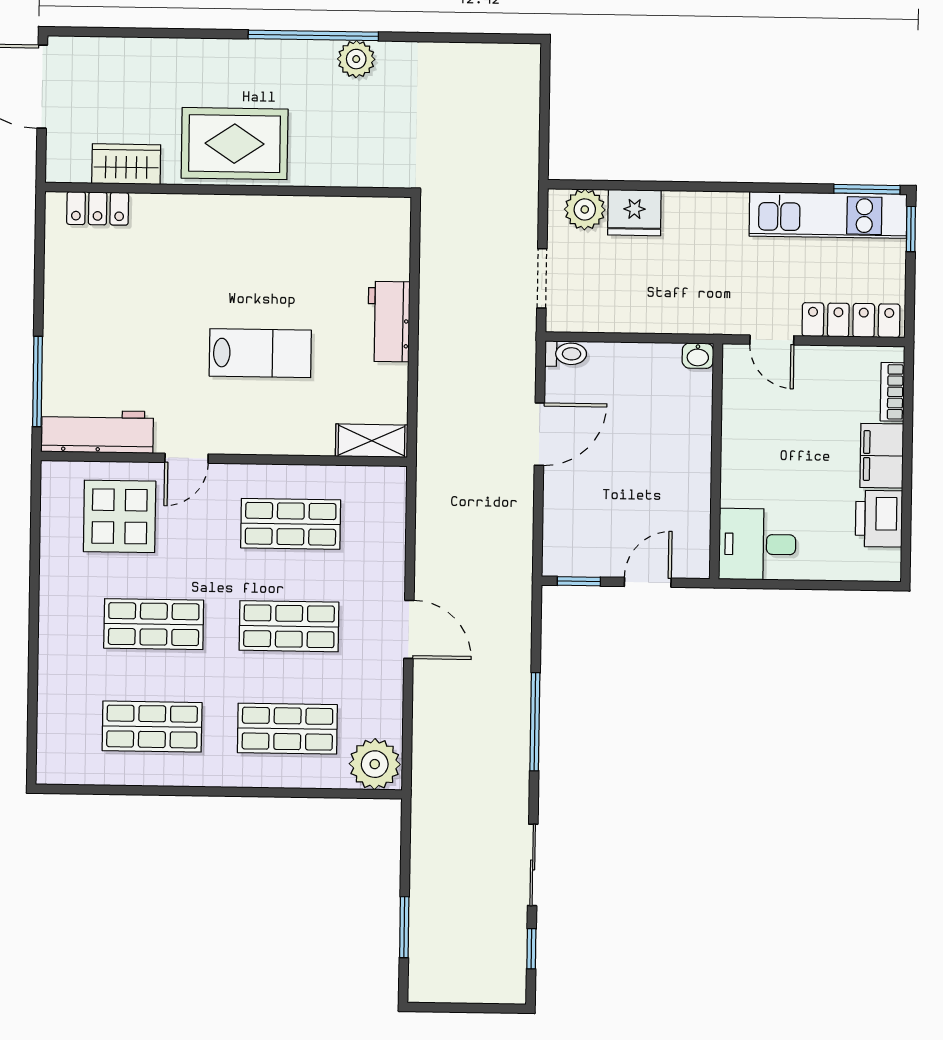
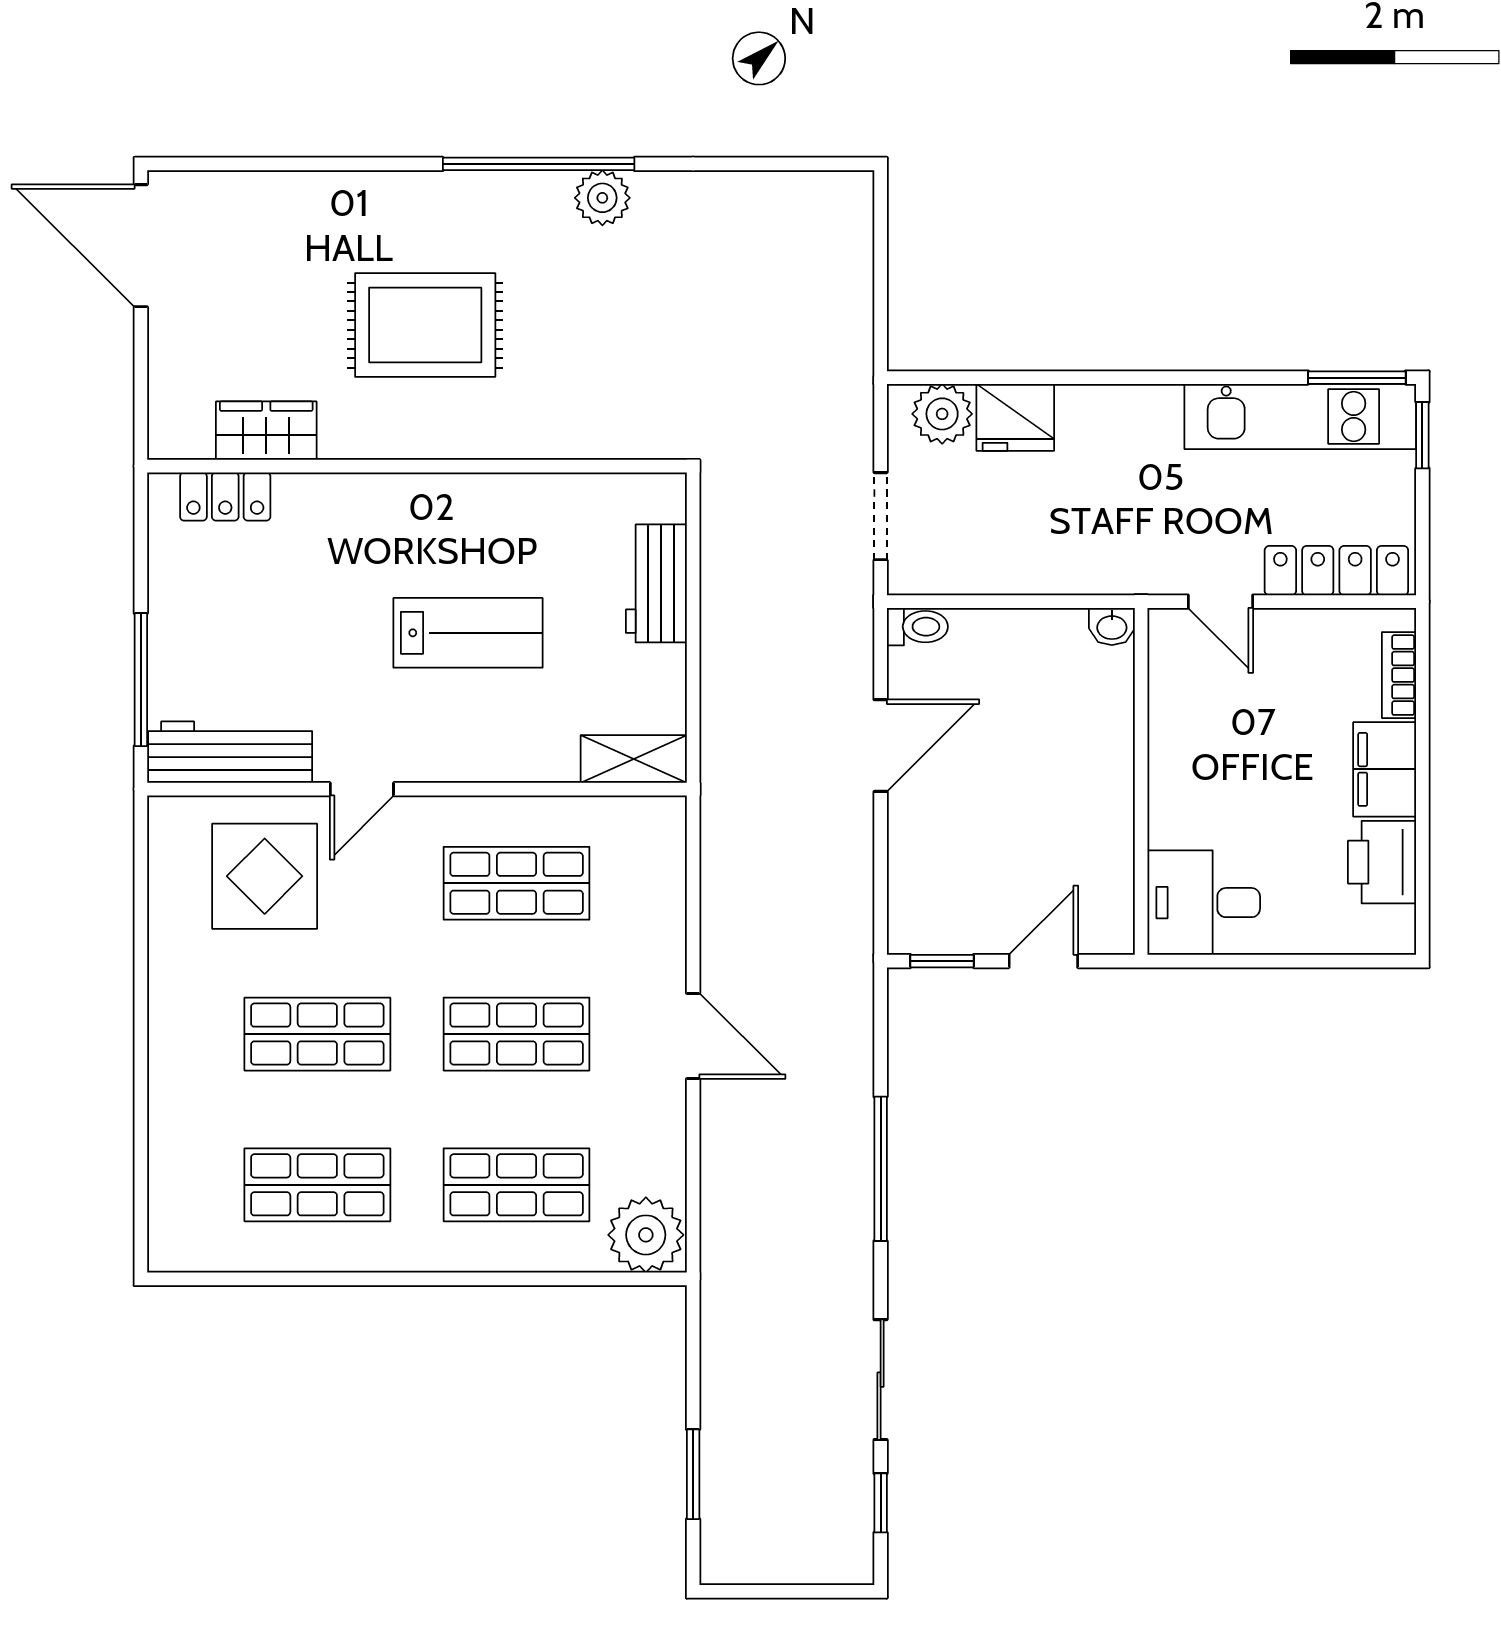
wardrobe: (126, 164) -> (266, 431), moved
wall: (228, 190) -> (417, 466), moved
locker: (98, 208) -> (225, 497), moved

